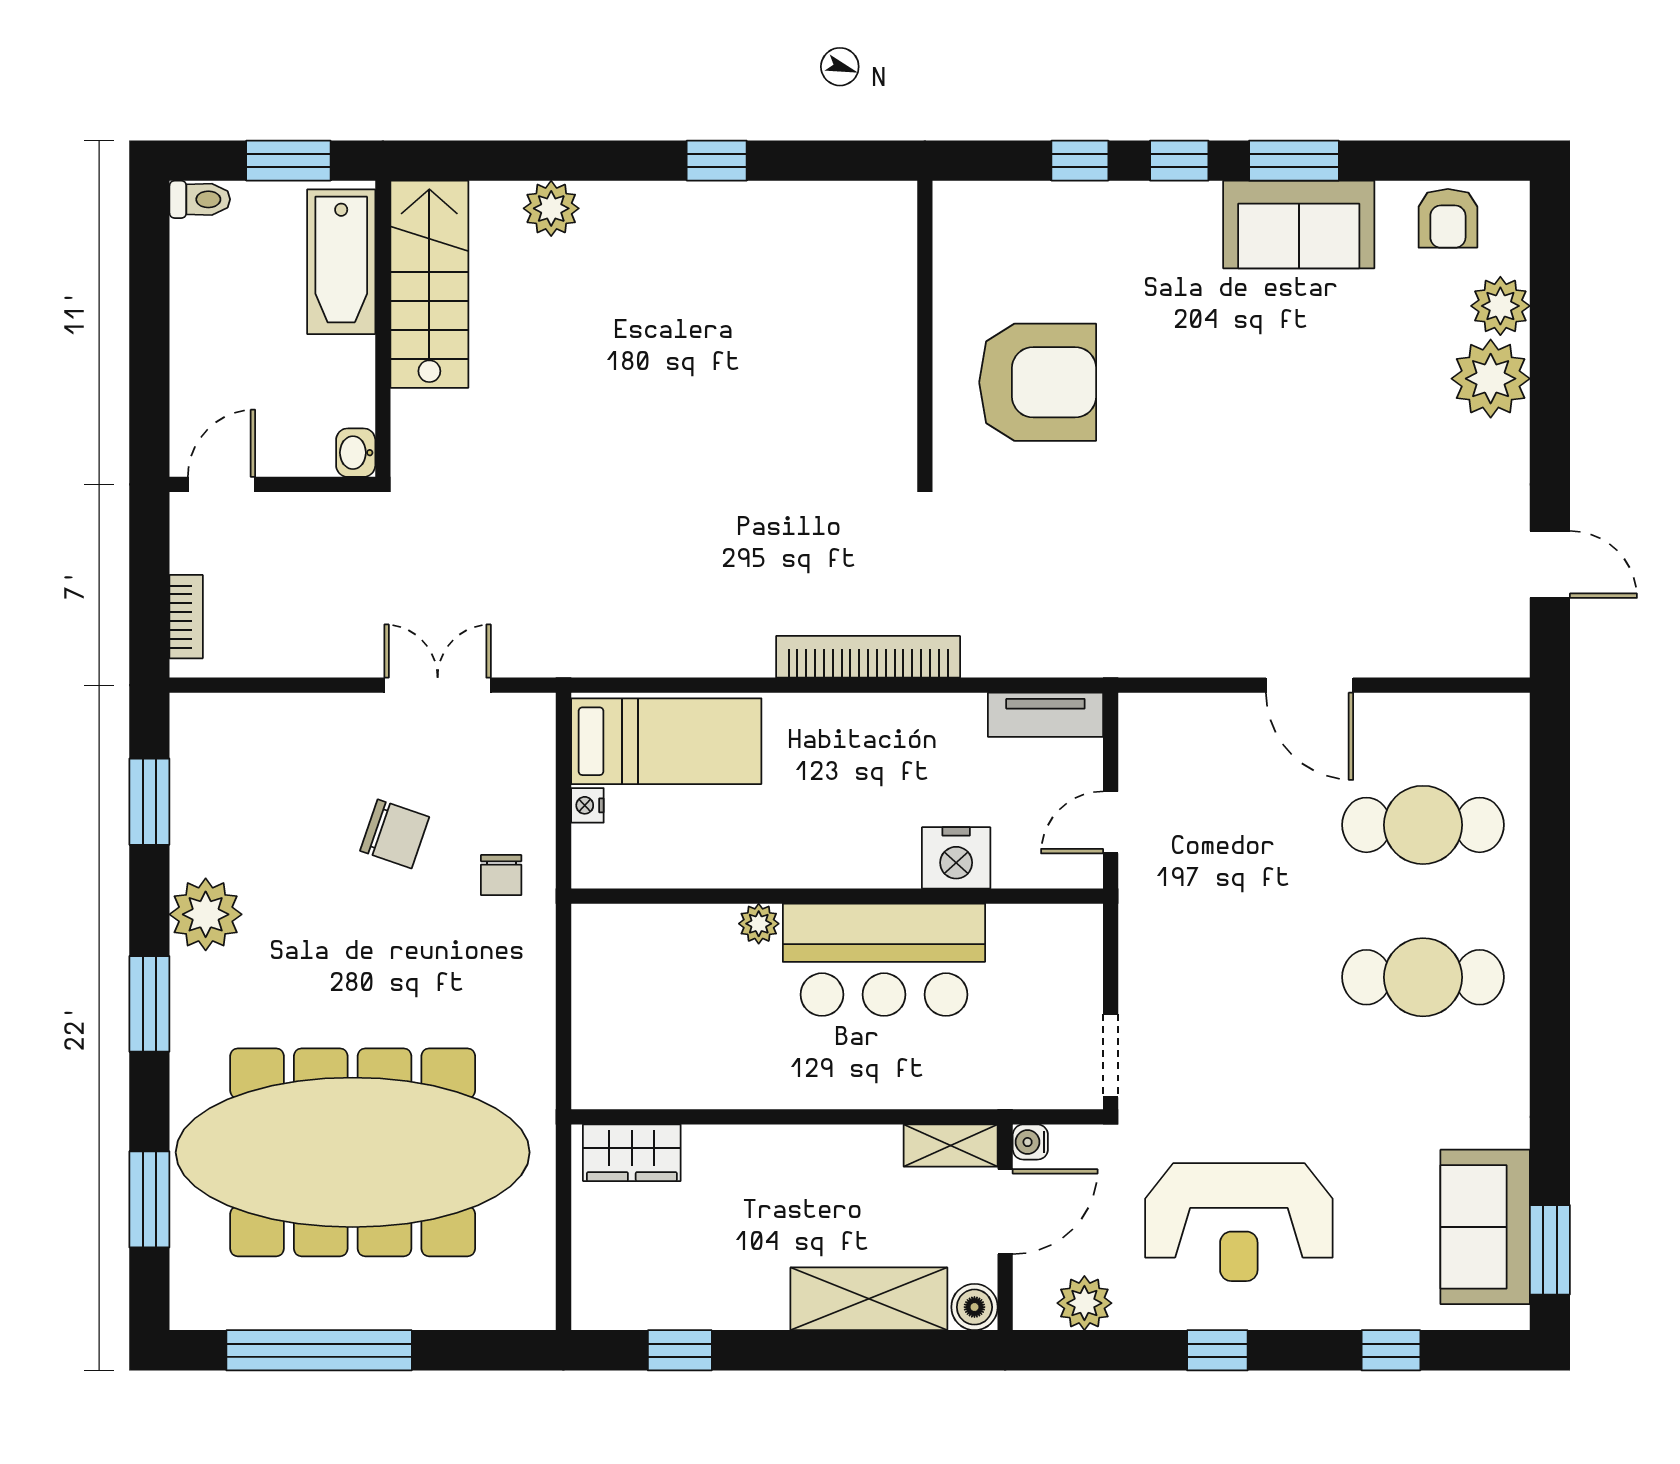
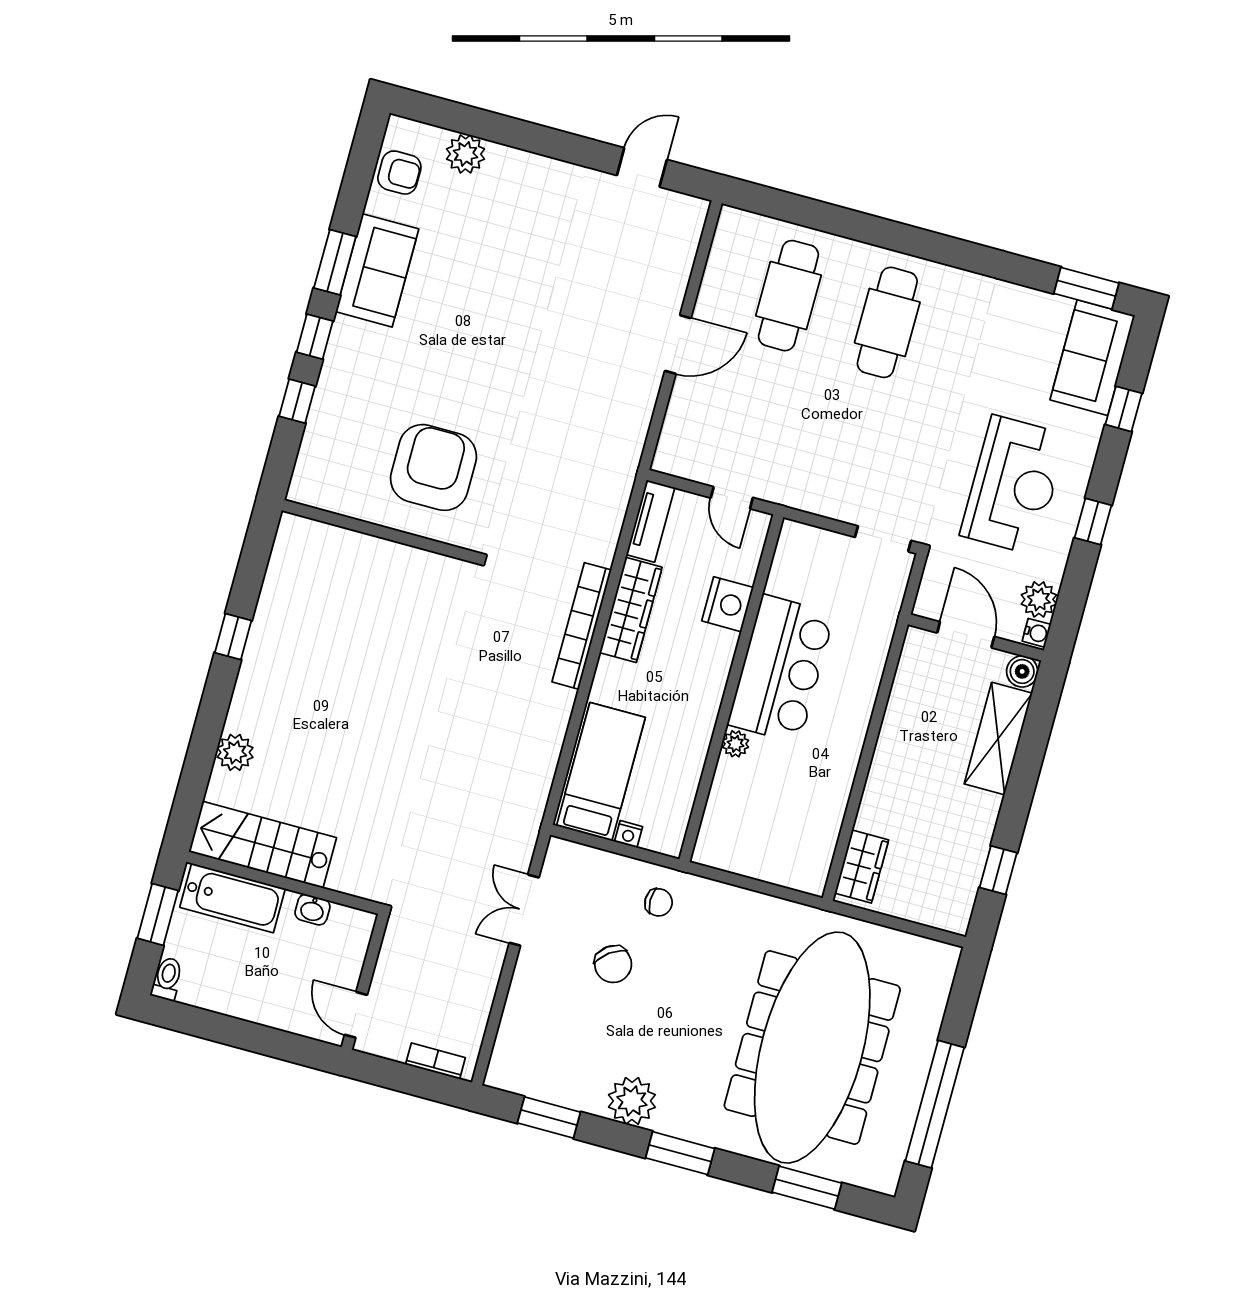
plant: (1491, 379) -> (511, 173), removed
washbasin: (356, 453) -> (312, 910), moved
wardrobe: (910, 721) -> (631, 610), added
chair: (395, 834) -> (613, 964), turned 125
water cooler: (1030, 1142) -> (1037, 633), moved, turned -90
shelving: (951, 1146) -> (913, 658), removed
sofa: (1485, 1227) -> (1092, 358), moved, turned 90

